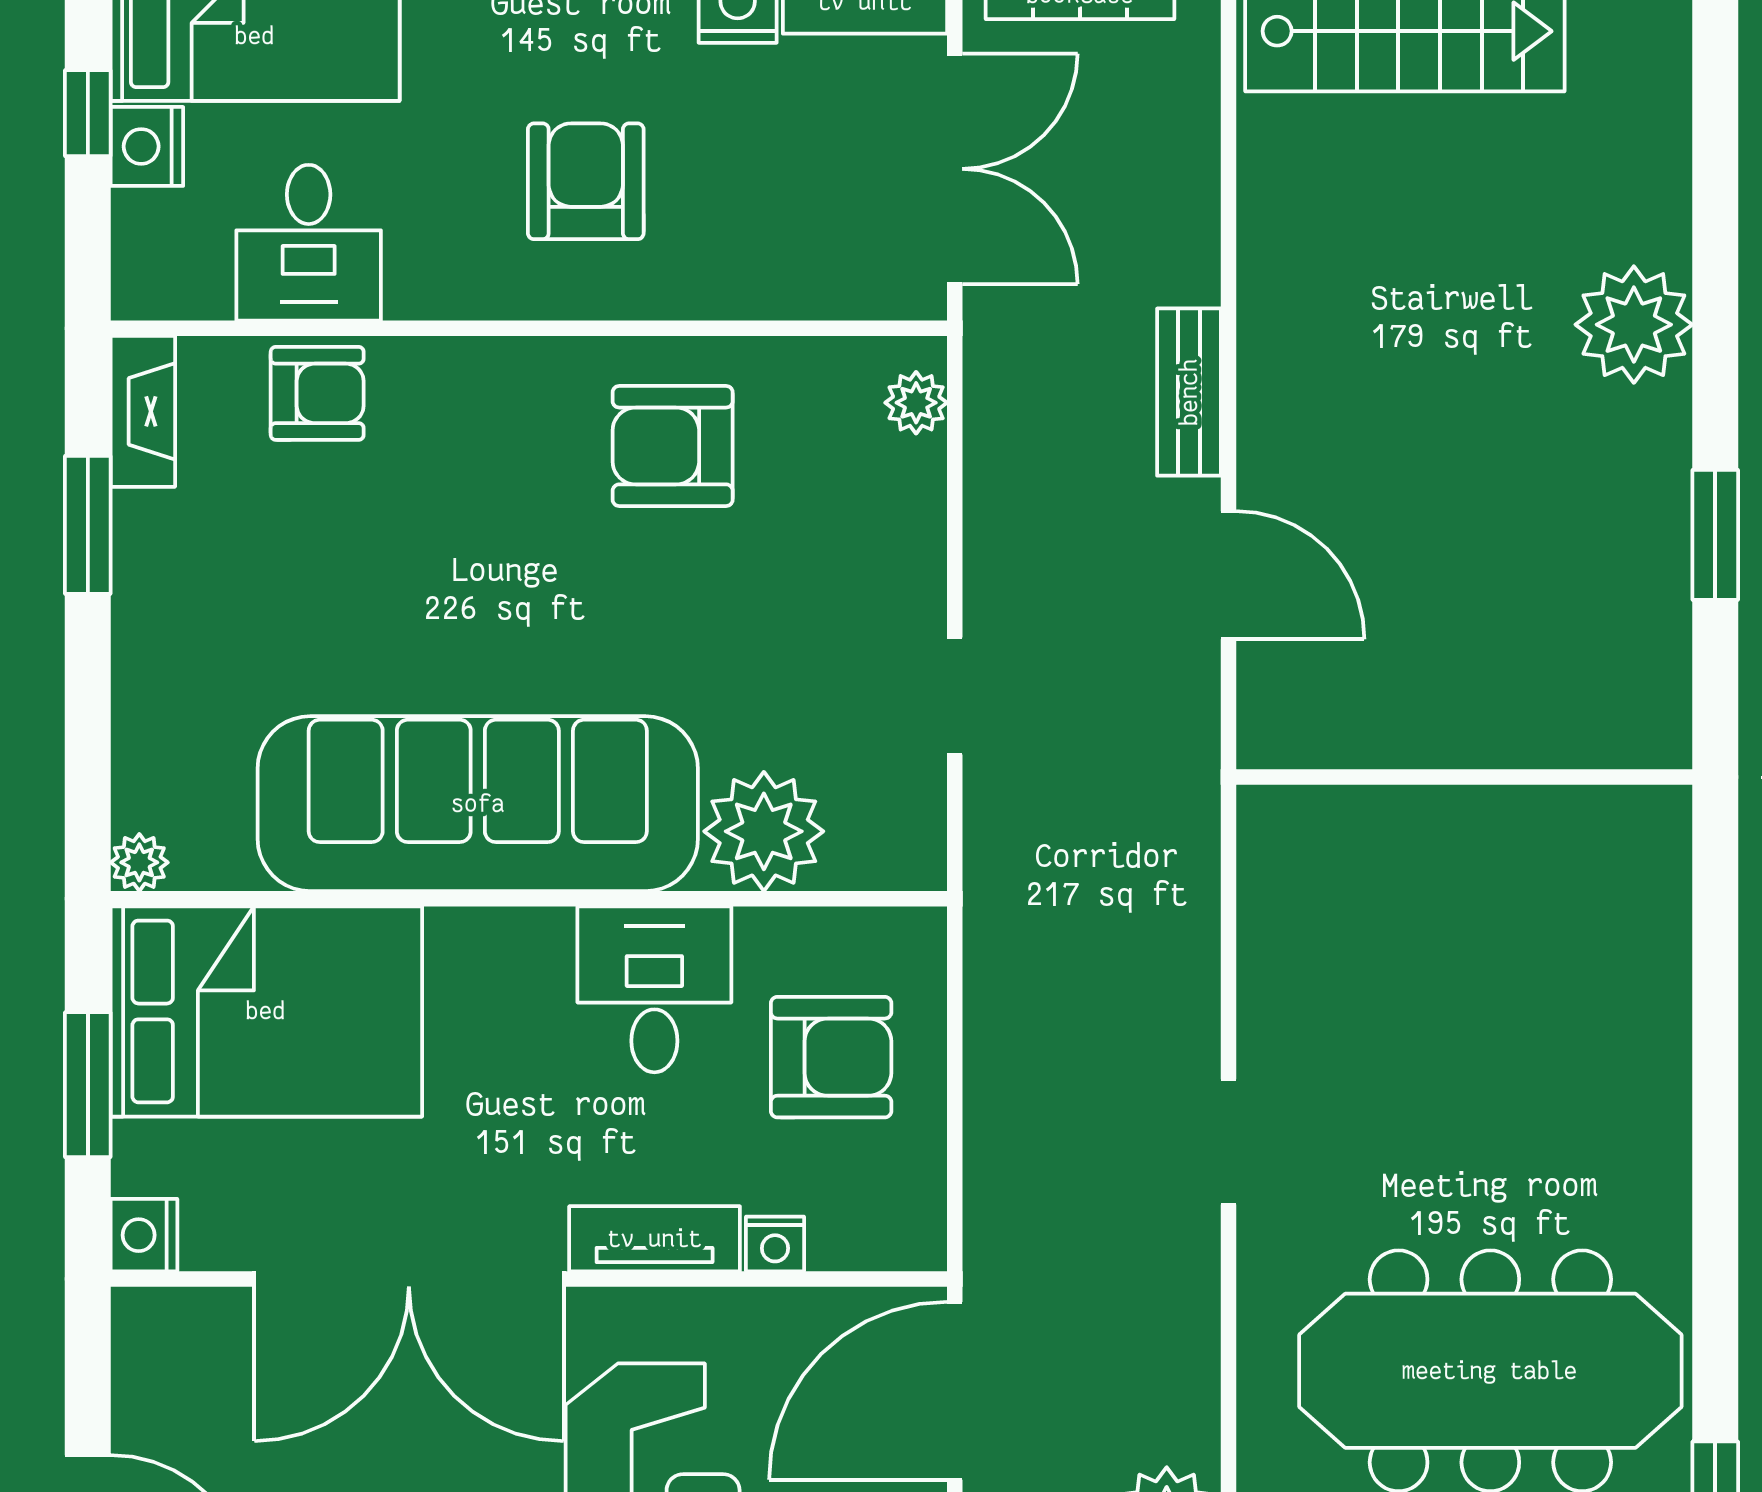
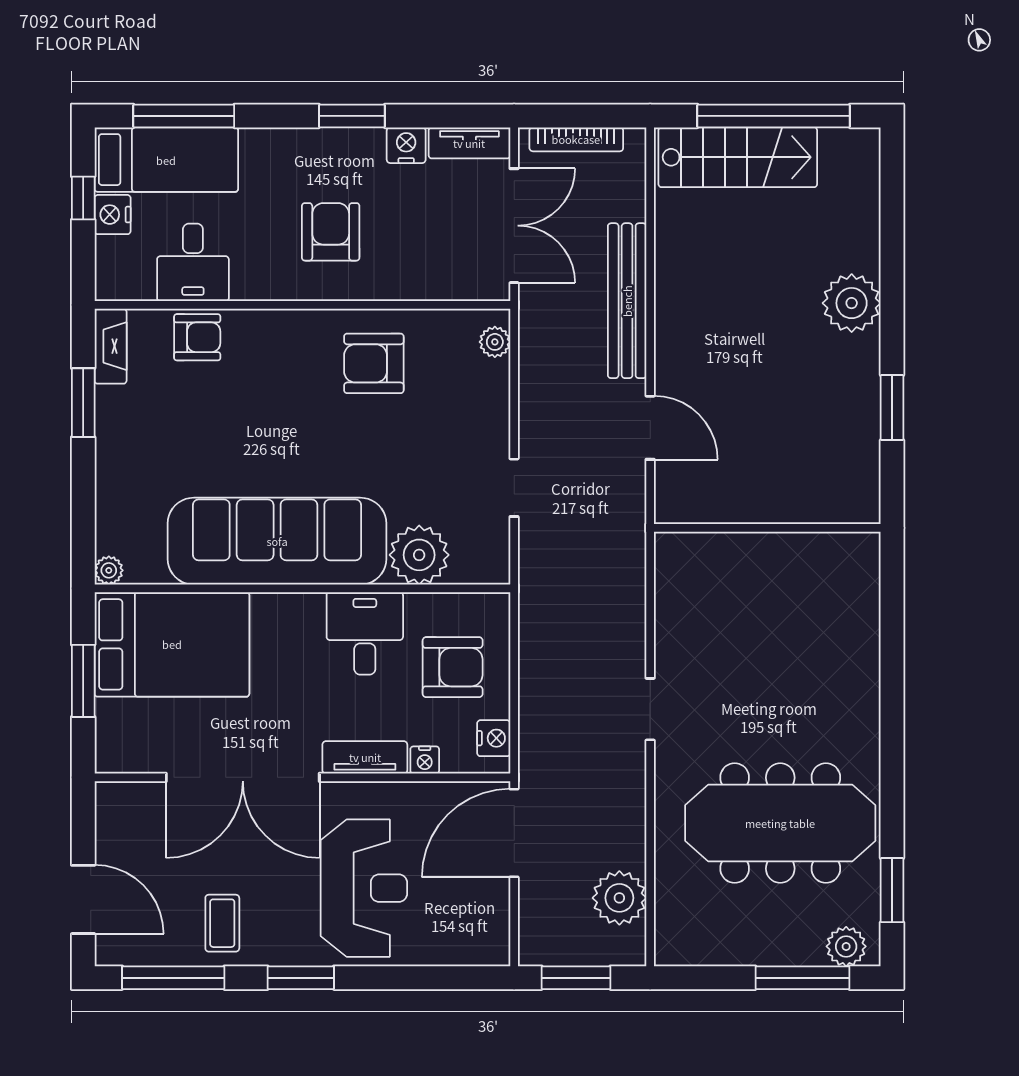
bench: (1189, 392) -> (627, 301), width x1.86, depth x1.21
nightstand: (144, 1235) -> (494, 738), moved, turned 180

